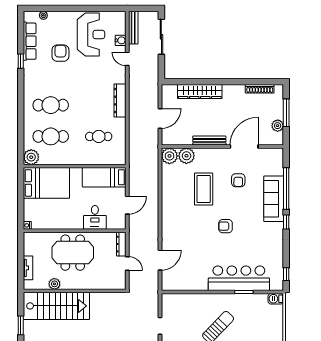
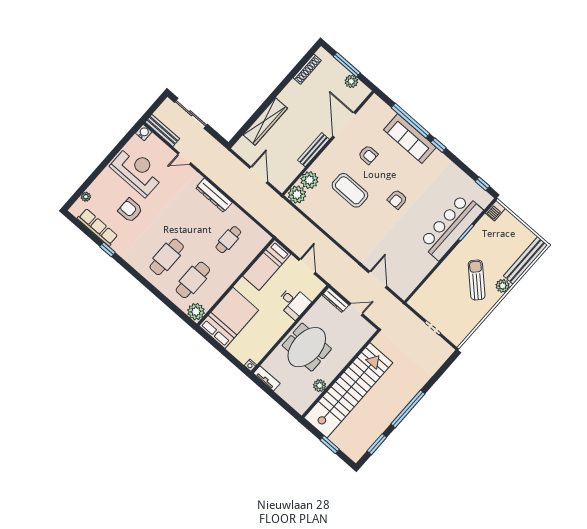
water cooler: (121, 40) -> (144, 133), moved
tv unit: (28, 268) -> (267, 378), moved
stairs: (56, 306) -> (348, 390), width x1.36

